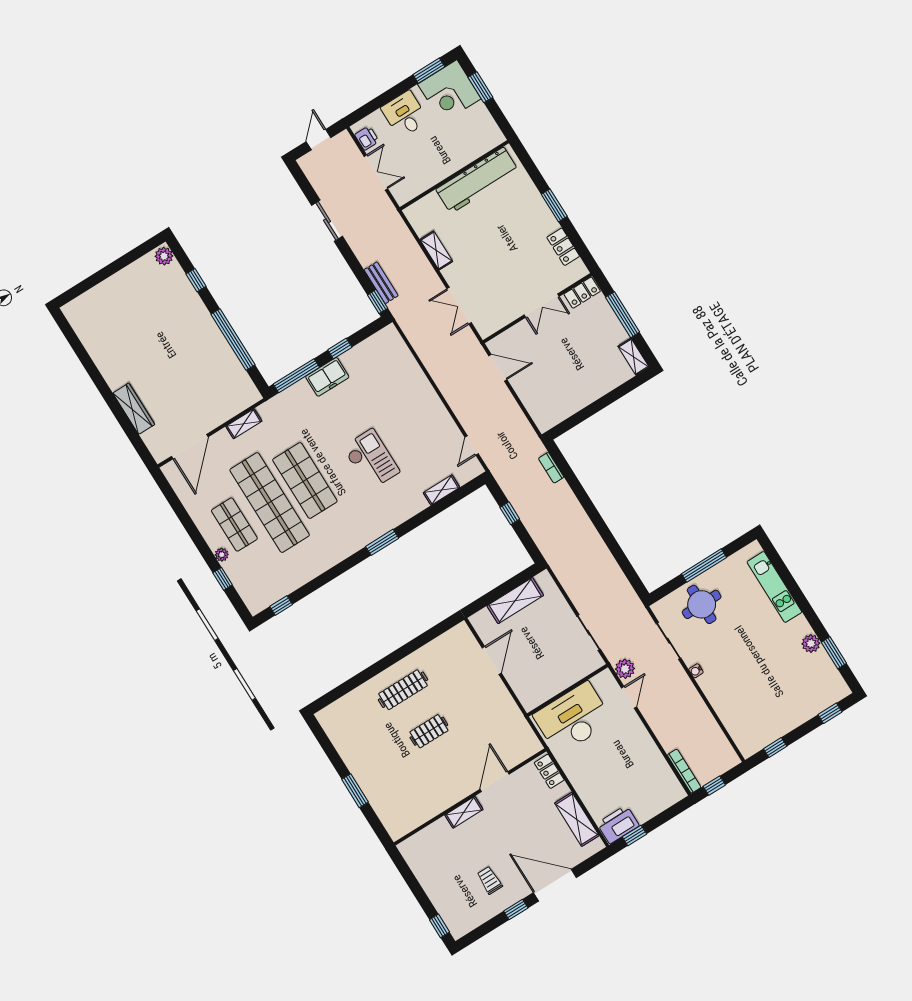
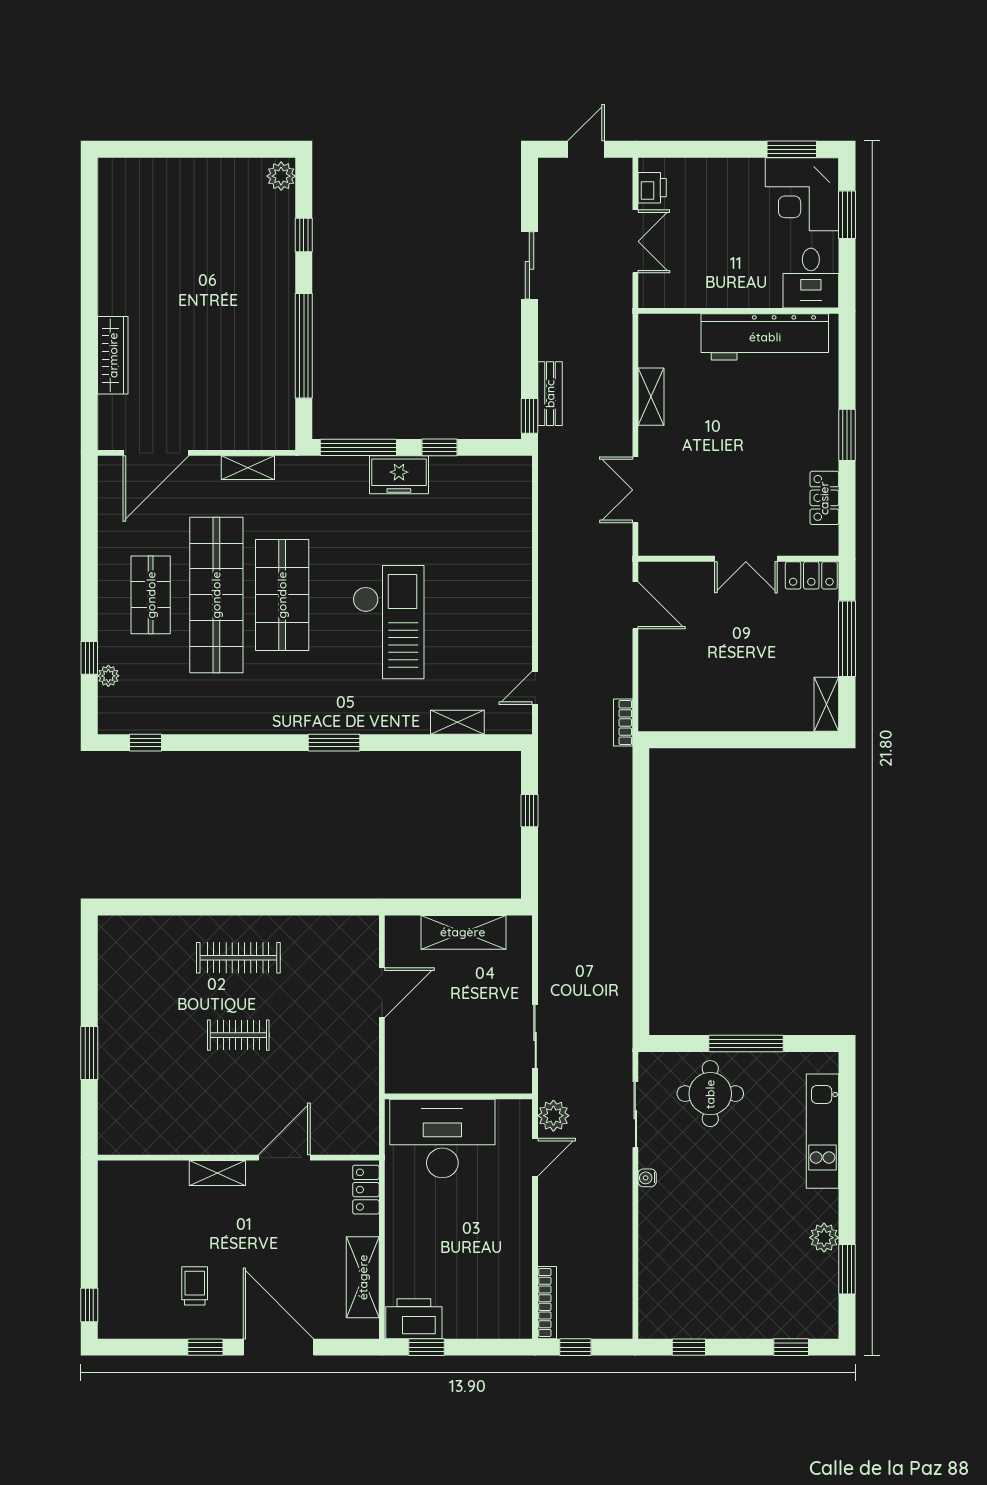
desk: (405, 114) -> (811, 278), moved, turned 180
checkout: (371, 459) -> (388, 622), width x1.36, depth x1.21
bookcase: (551, 468) -> (623, 723), moved
plant: (222, 555) -> (108, 676), moved

